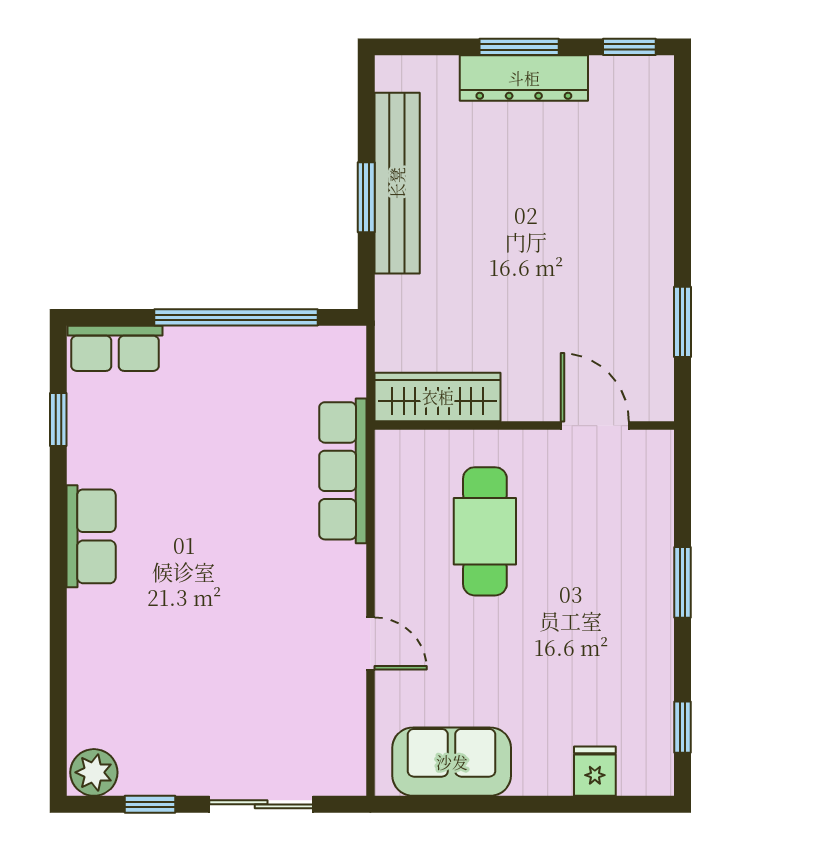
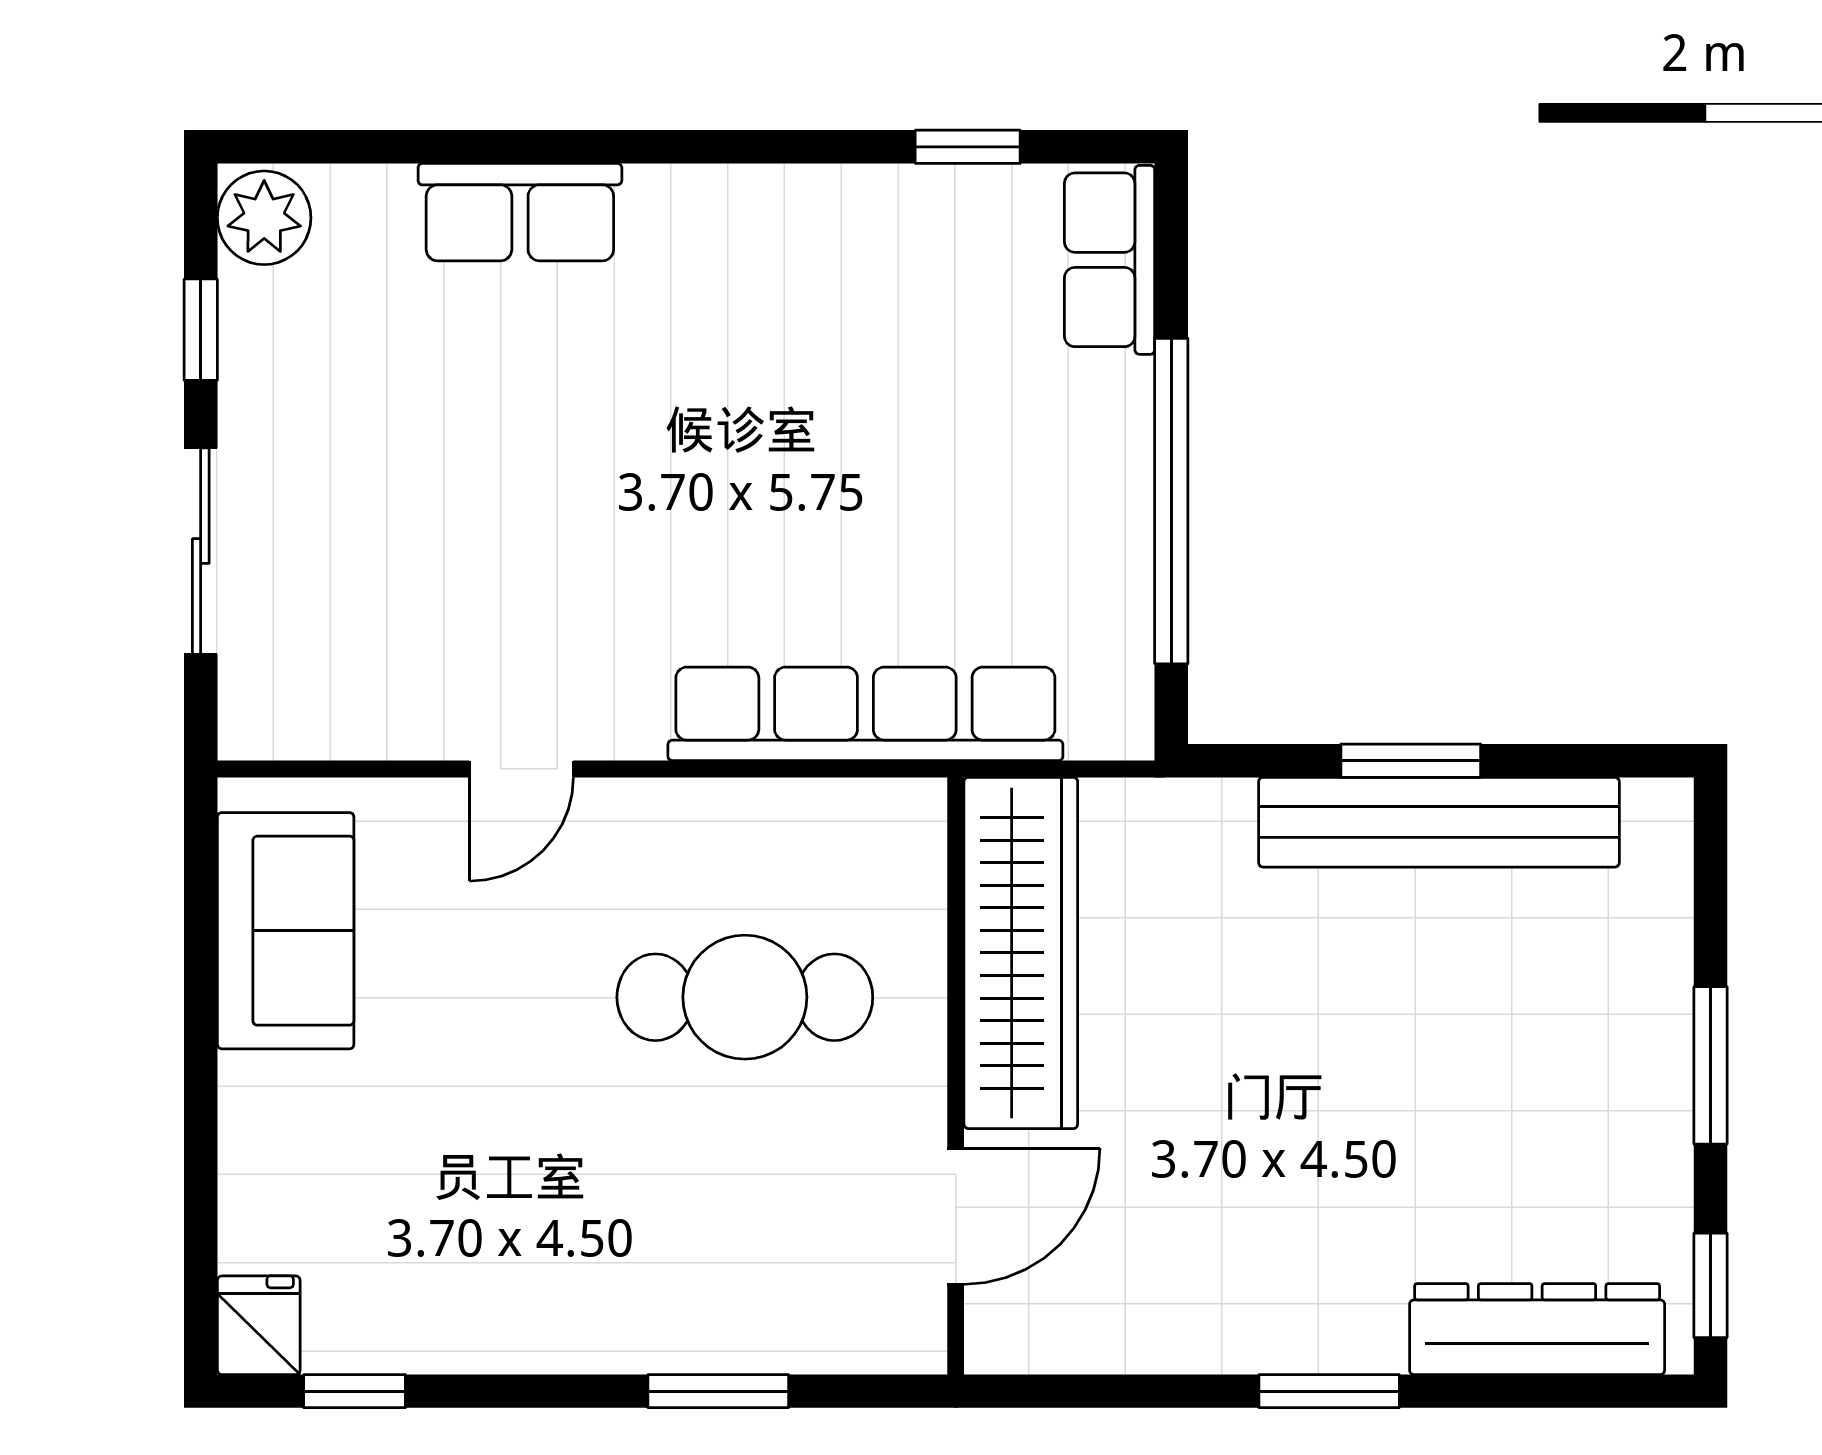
dresser: (524, 78) -> (1537, 1329), moved, turned 90
window: (683, 322) -> (1329, 1391), moved
wardrobe: (438, 397) -> (1021, 953), width x1.40, depth x1.17
row of seats: (343, 471) -> (865, 714), width x1.36
row of seats: (91, 536) -> (520, 212), moved
window: (683, 582) -> (718, 1391), moved
fridge: (595, 771) -> (259, 1325), moved, turned -90

